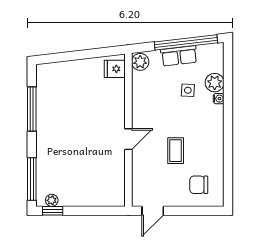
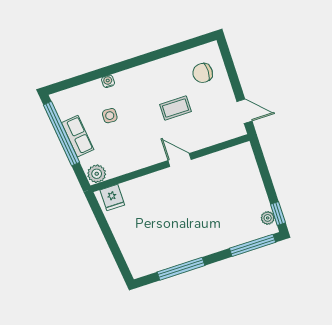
plant: (215, 83) -> (93, 91), removed
chair: (199, 185) -> (203, 73), turned 91

